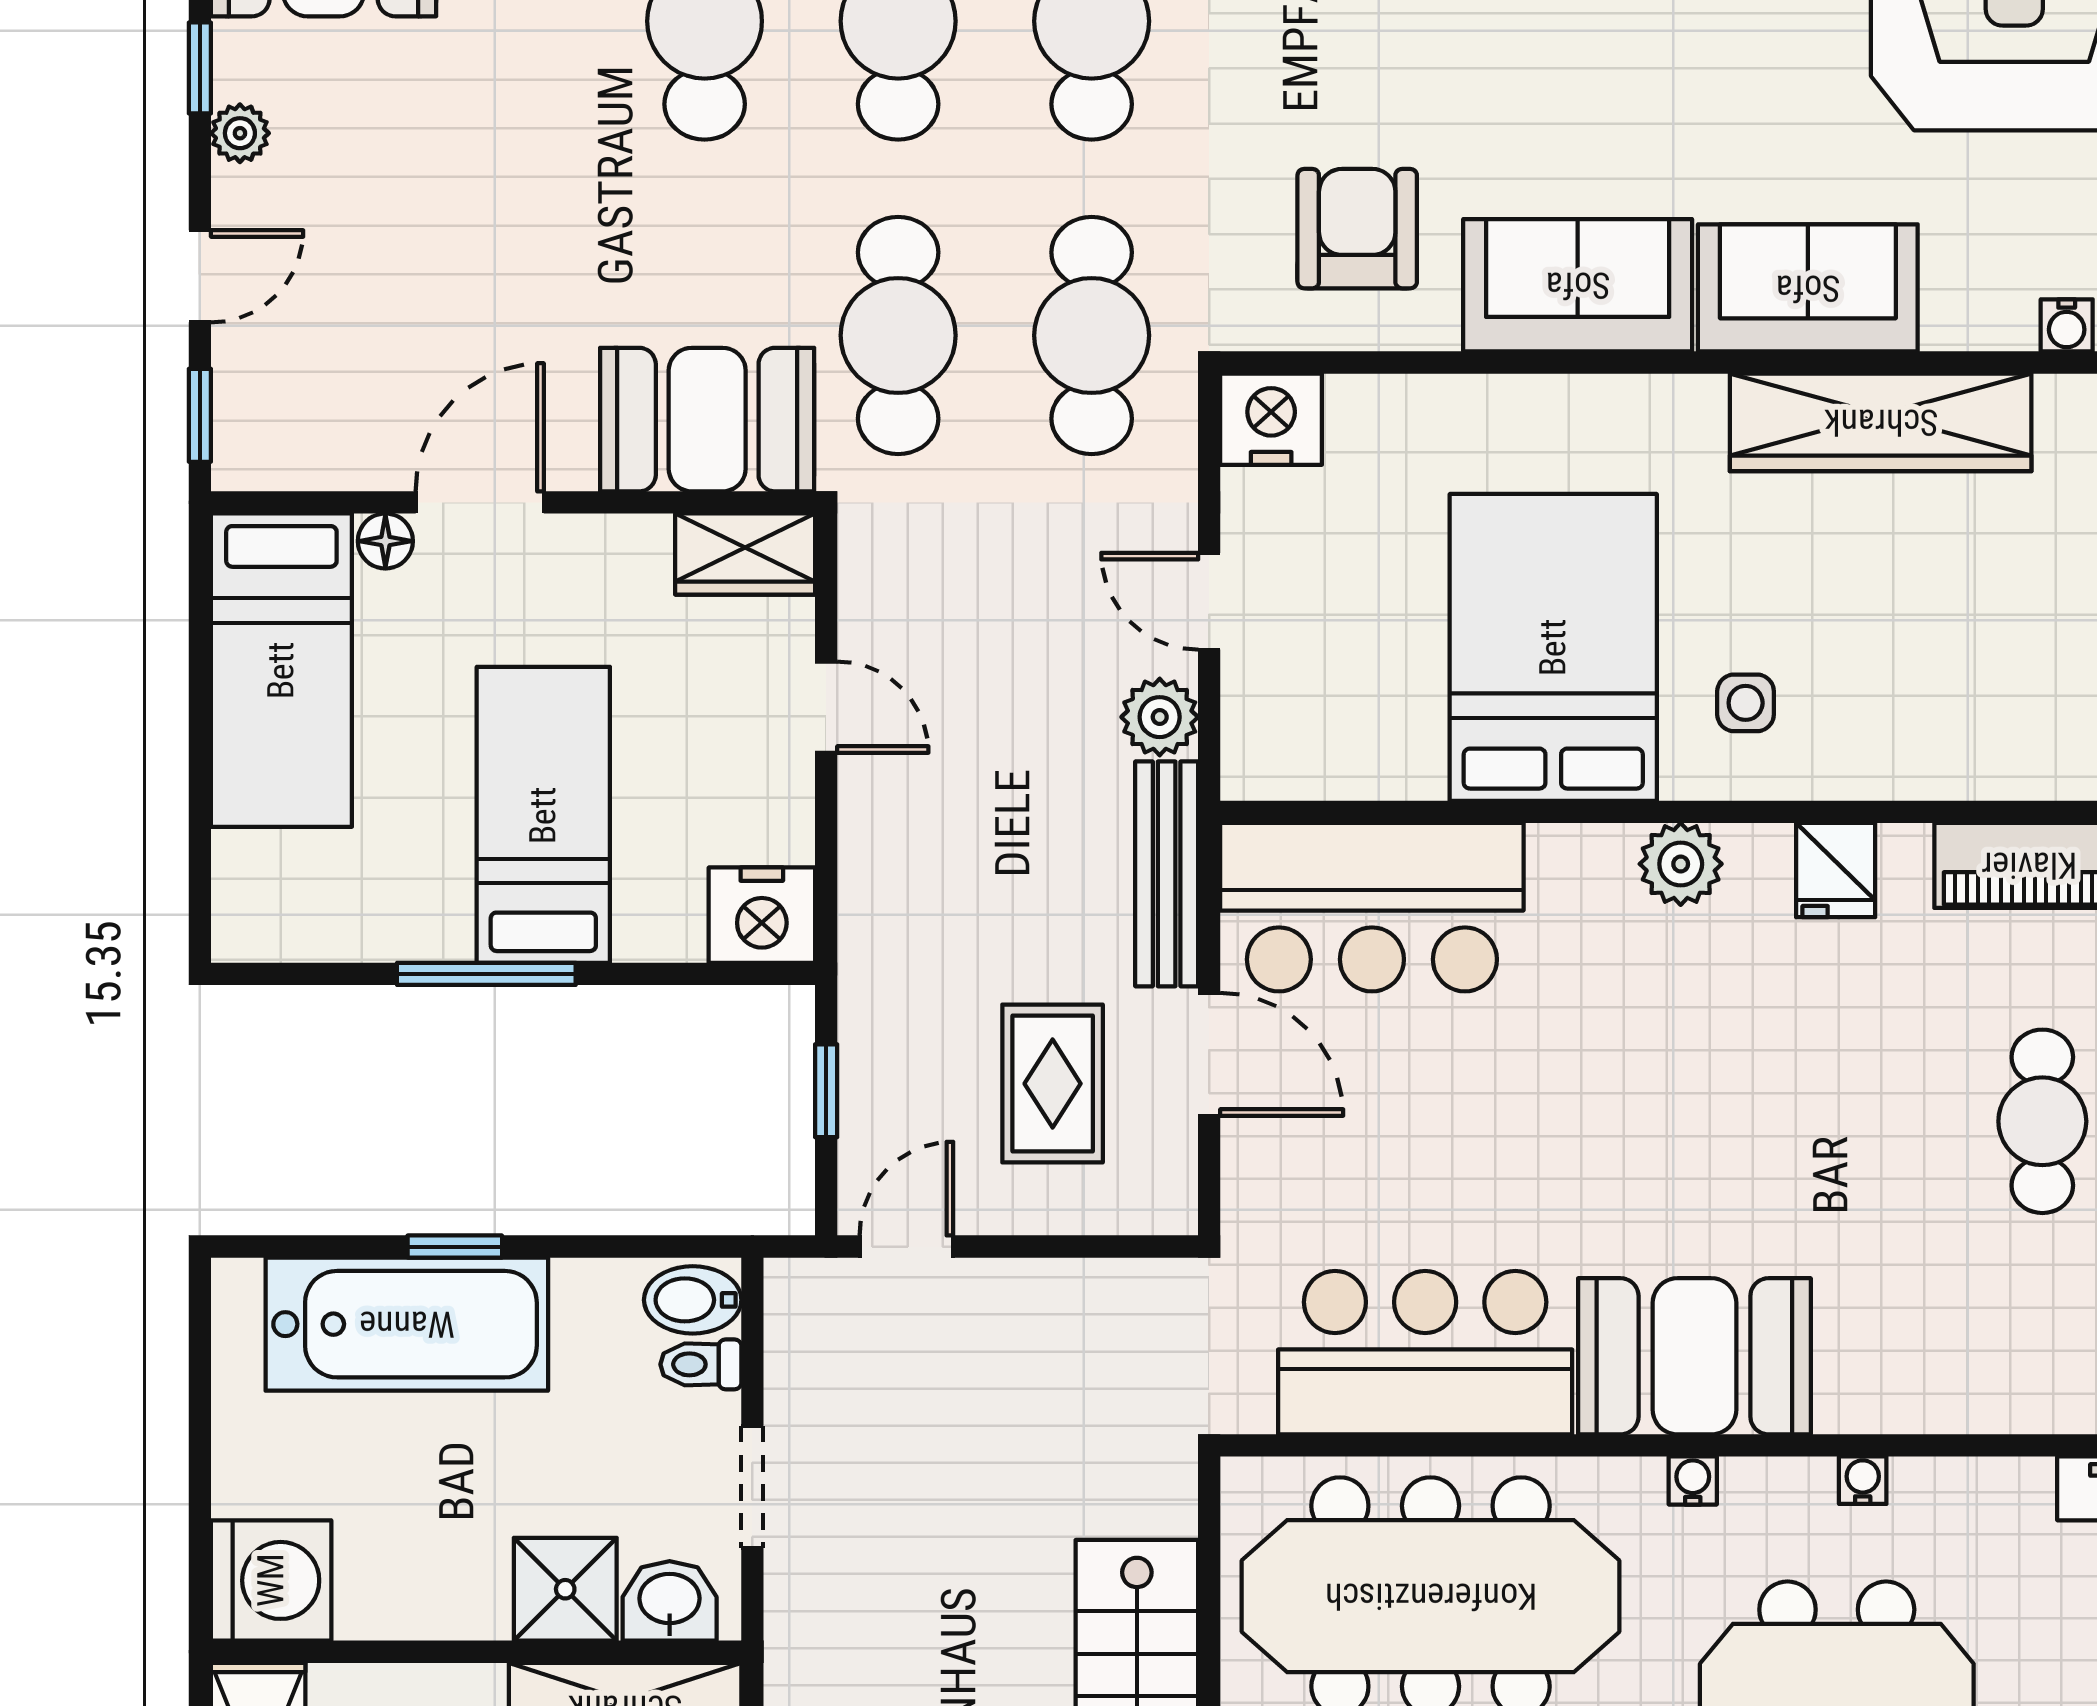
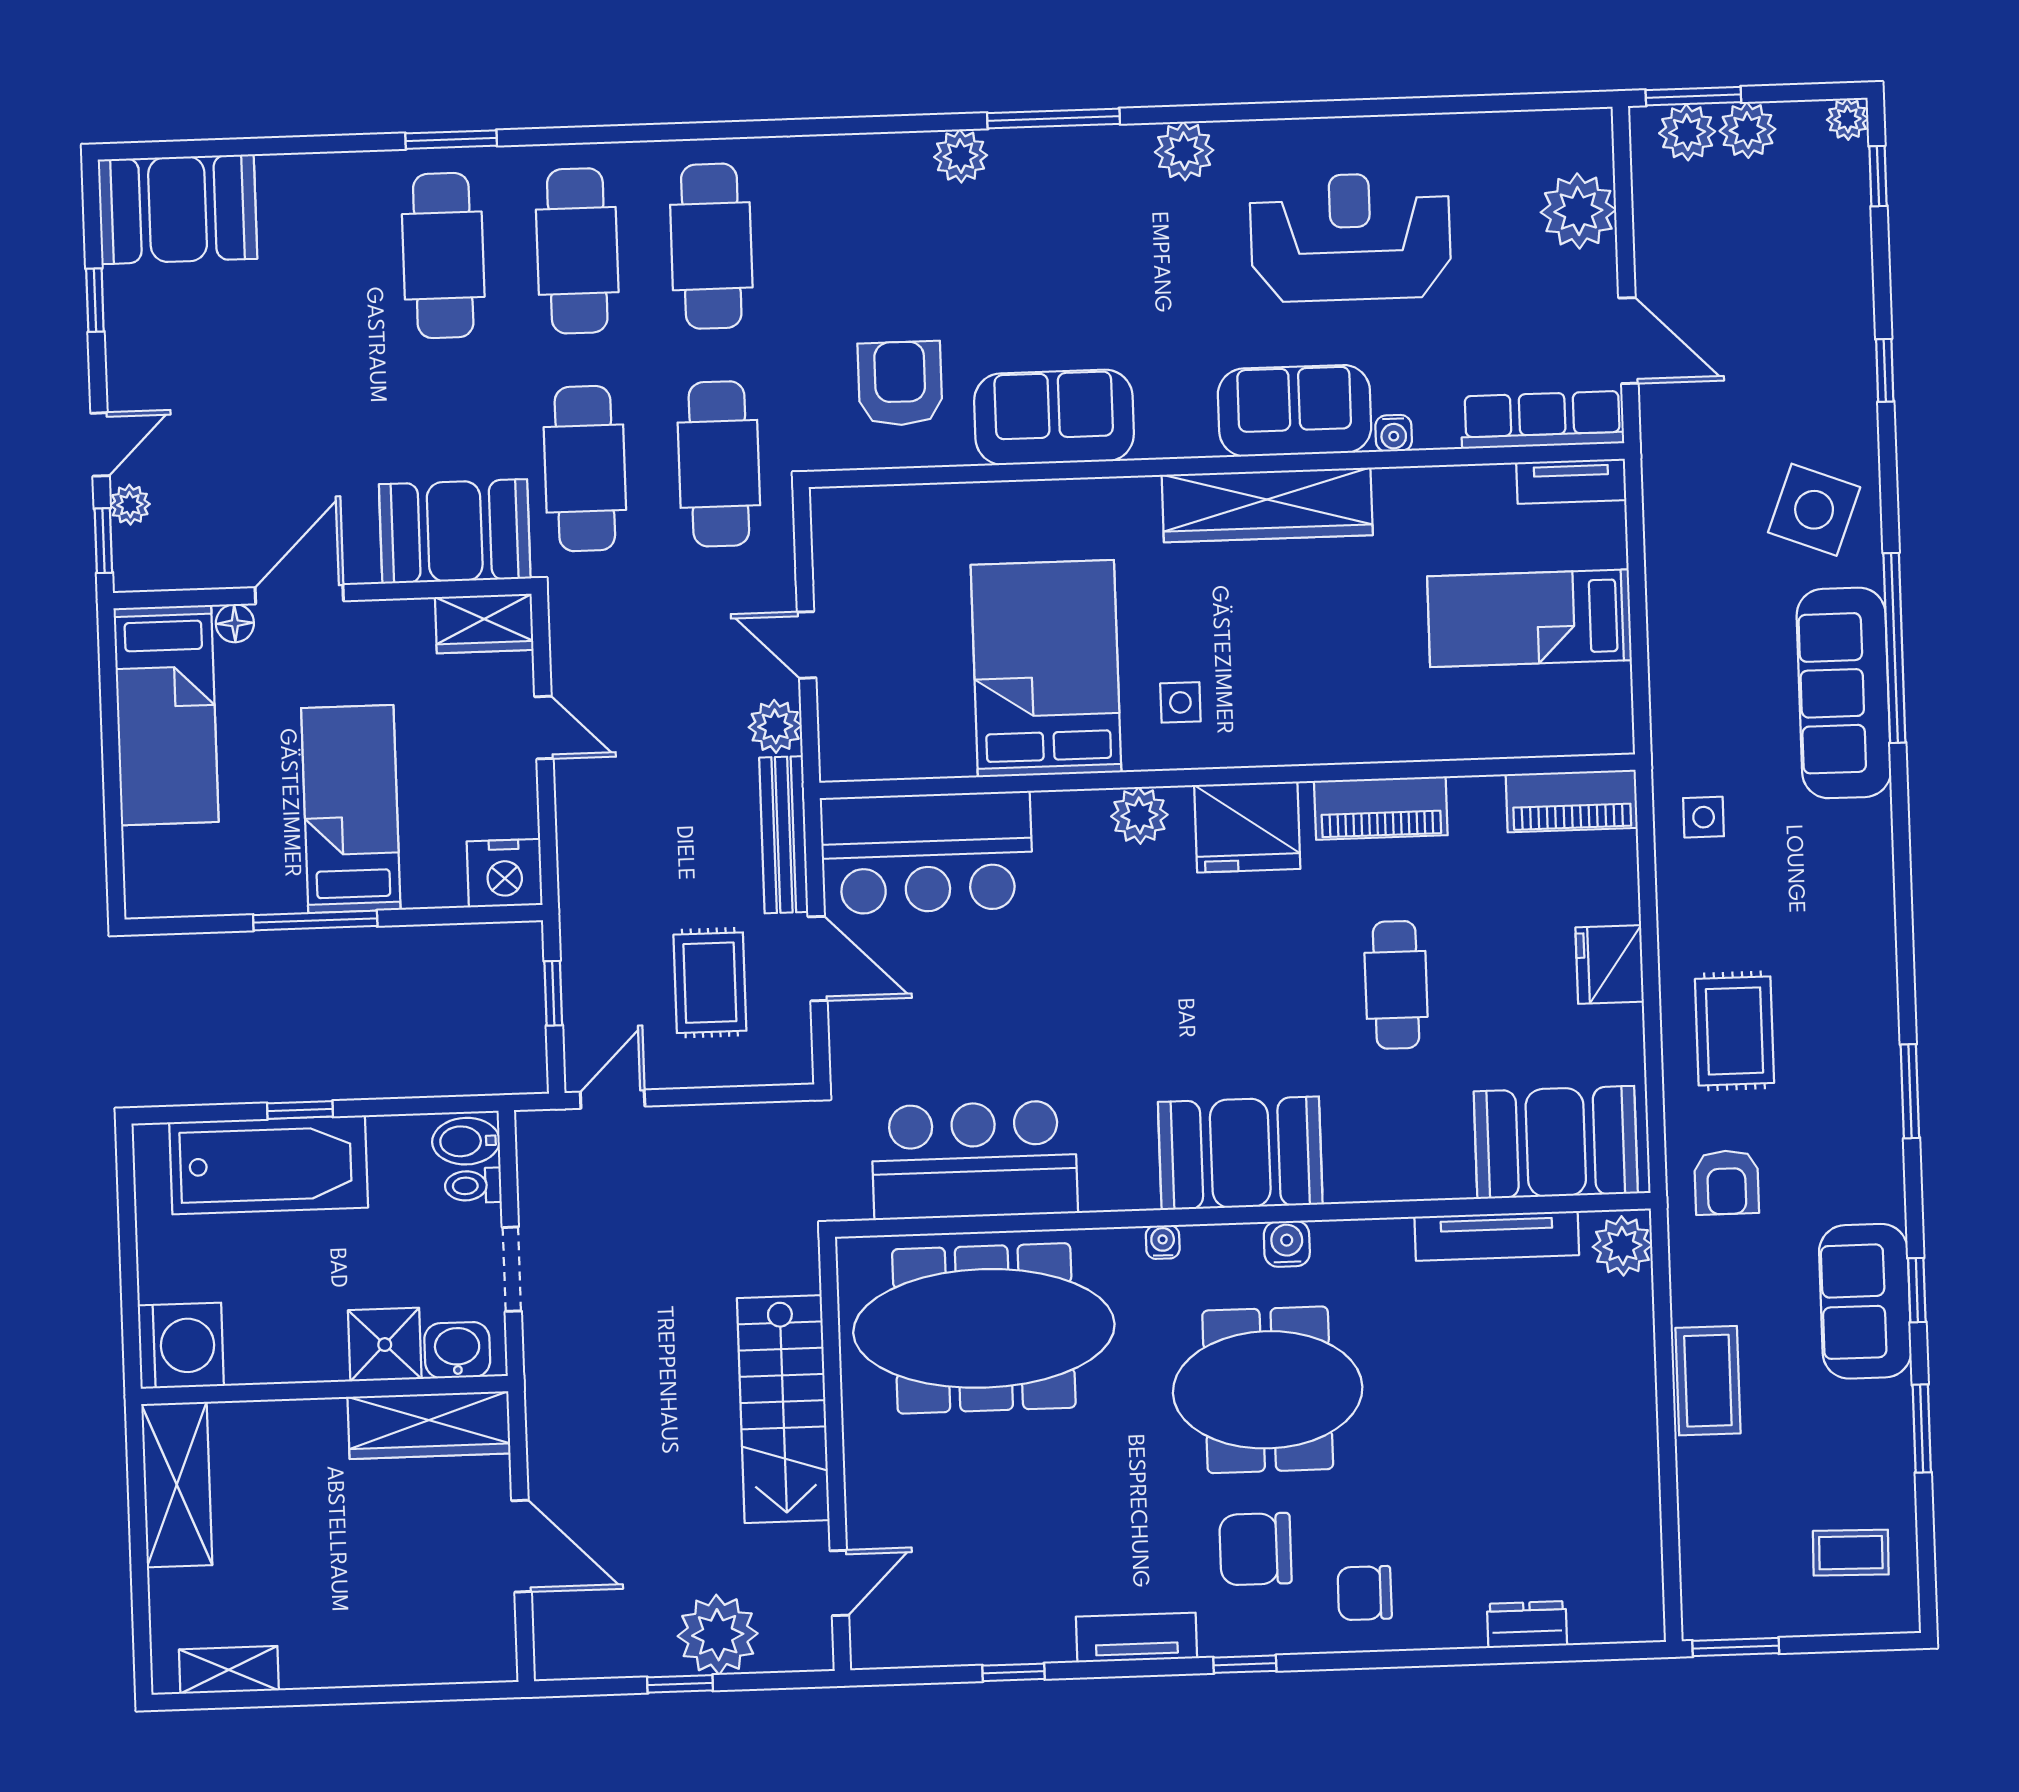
plant: (240, 133) -> (130, 505), moved
sofa: (1808, 288) -> (1295, 411), moved
nightstand: (1271, 419) -> (845, 517), removed
fridge: (1836, 870) -> (1247, 827), width x1.88, depth x1.34
booth: (1694, 1356) -> (1240, 1153), moved
water cooler: (1863, 1480) -> (1287, 1244), width x1.38, depth x1.38

